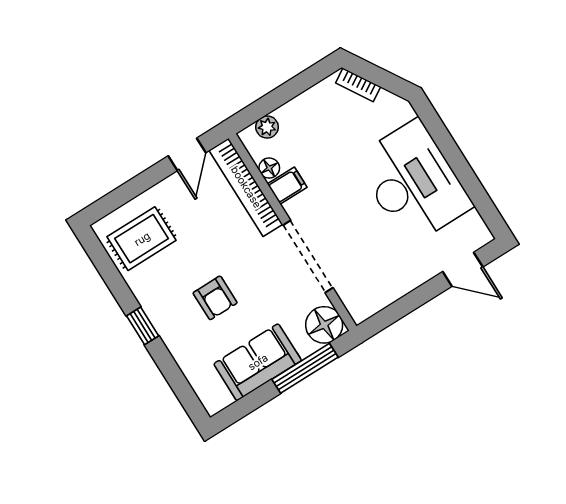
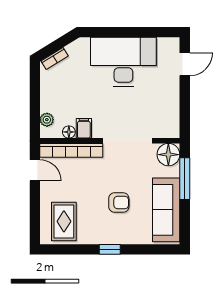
sofa: (258, 362) -> (166, 210), width x1.36

